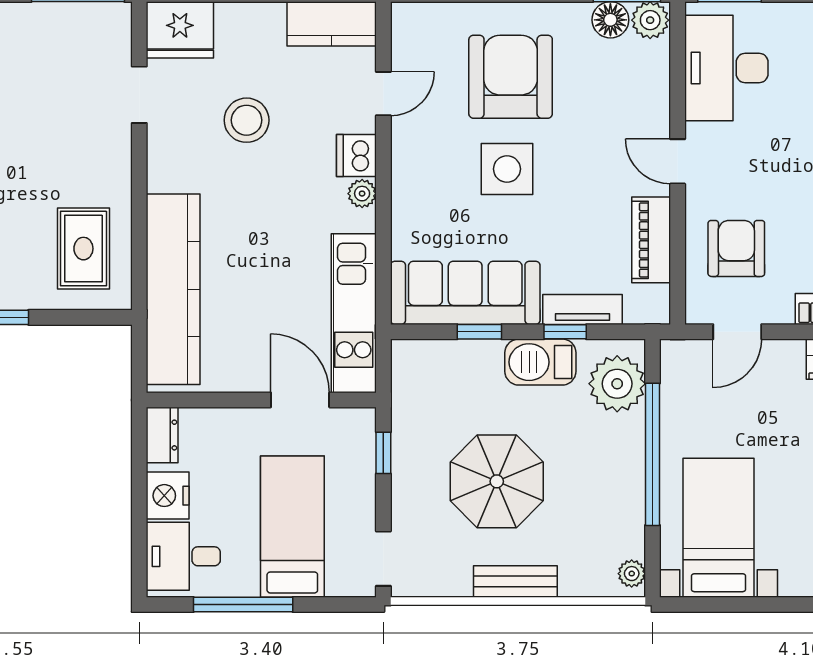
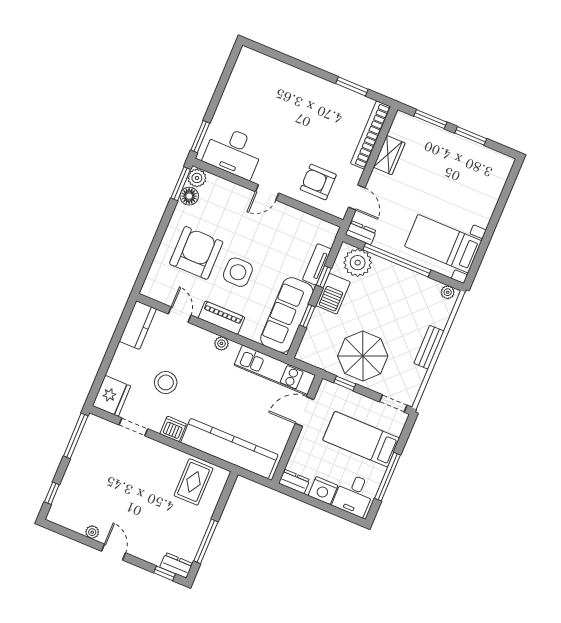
armchair: (511, 77) -> (196, 253), turned 90
dishwasher: (356, 155) -> (173, 429), moved, turned 180
piano: (651, 240) -> (221, 318), moved, turned 180
rug: (83, 249) -> (193, 482), turned 90
dresser: (675, 367) -> (361, 233), added
parasol: (497, 481) -> (363, 356), moved

